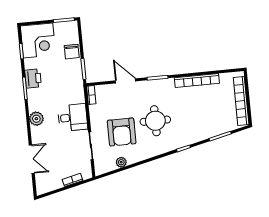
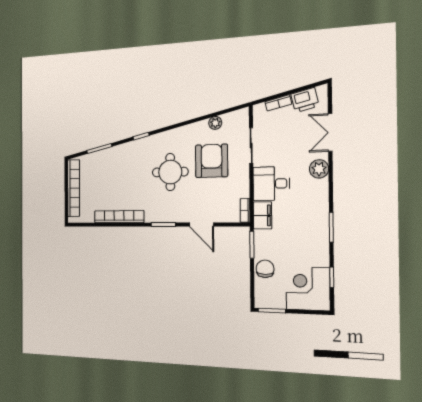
printer: (33, 78) -> (305, 100), moved, turned -103
filing cabinet: (77, 92) -> (263, 215), added
plant: (36, 119) -> (319, 169), moved

